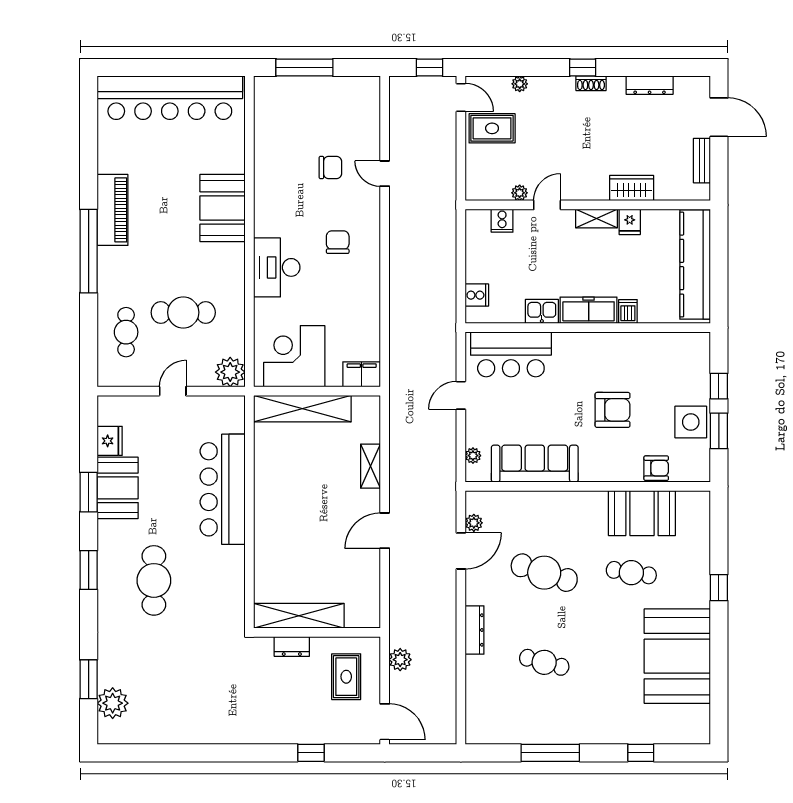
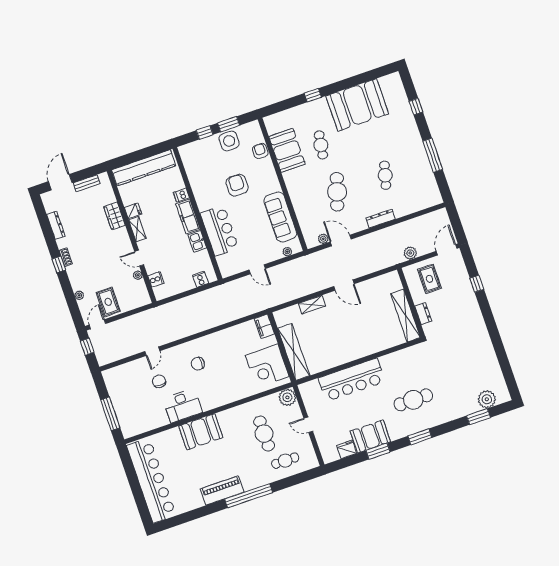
desk: (277, 267) -> (183, 406), moved
bar counter: (511, 354) -> (219, 231), moved
rug: (346, 677) -> (429, 279), turned 90

